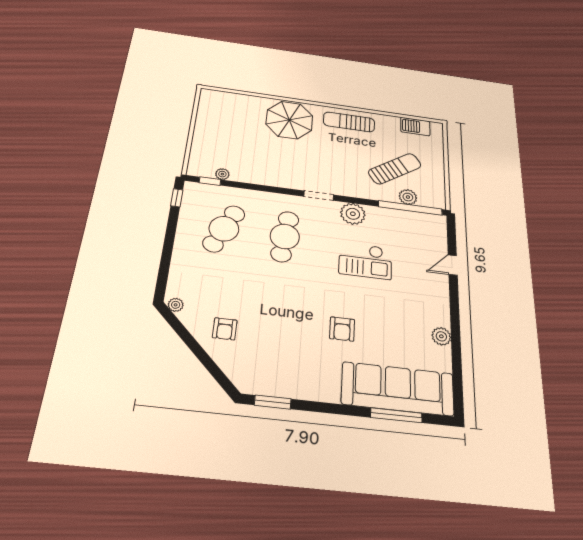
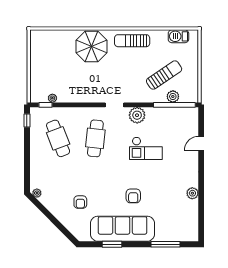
cafe table: (224, 229) -> (58, 138), turned -45
armchair: (225, 329) -> (80, 202), moved
sofa: (398, 389) -> (123, 229), moved
window: (273, 402) -> (112, 244), moved

